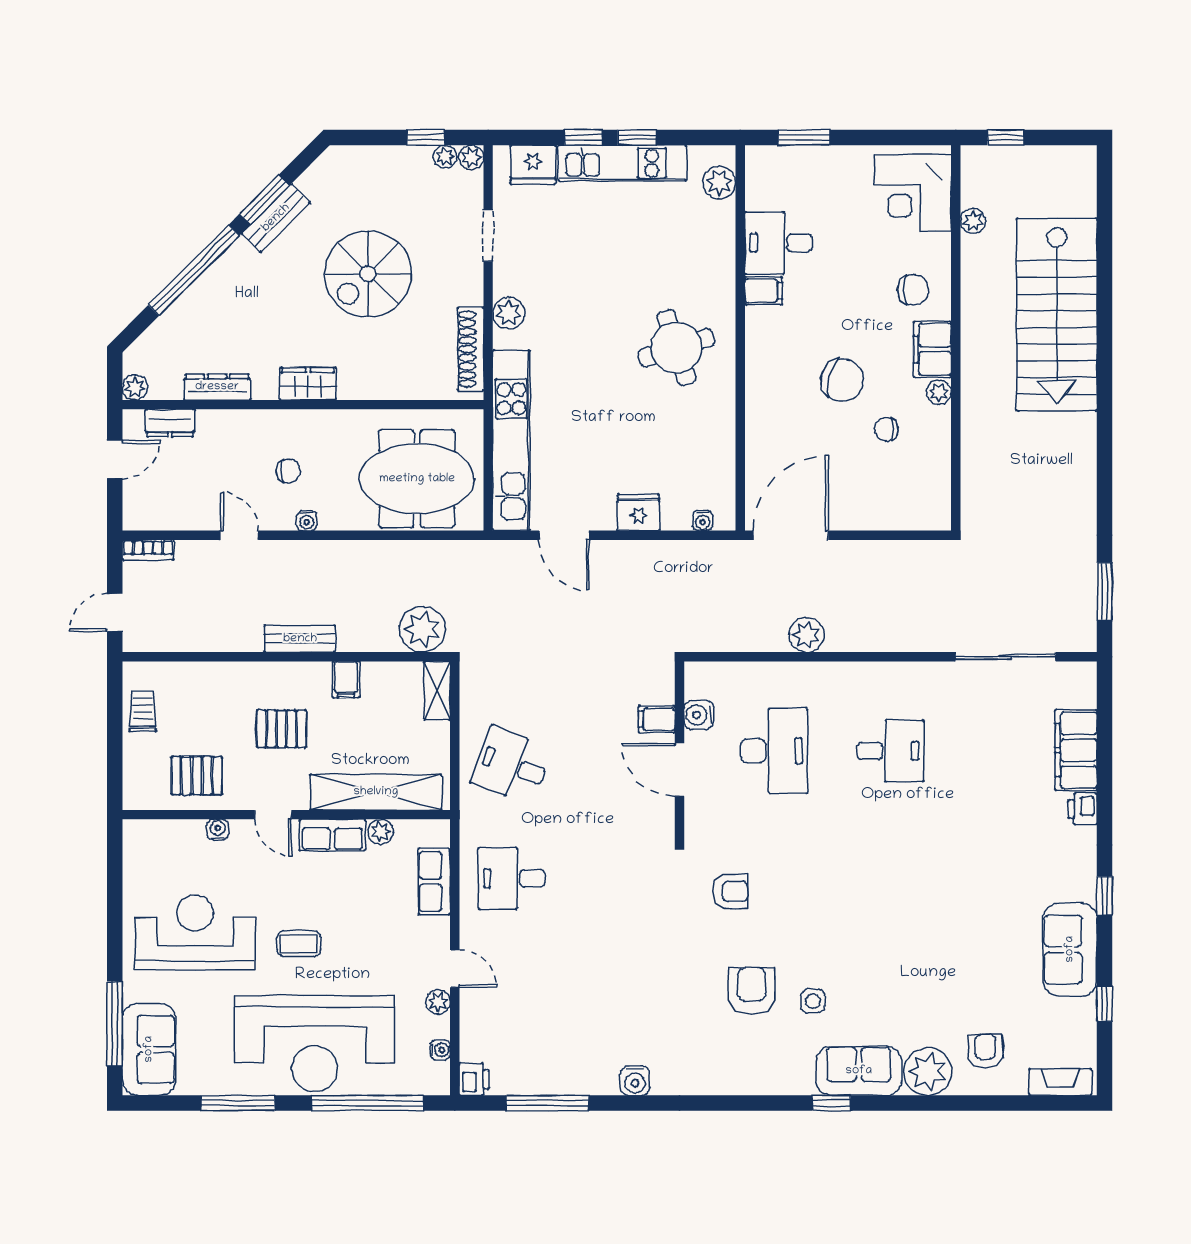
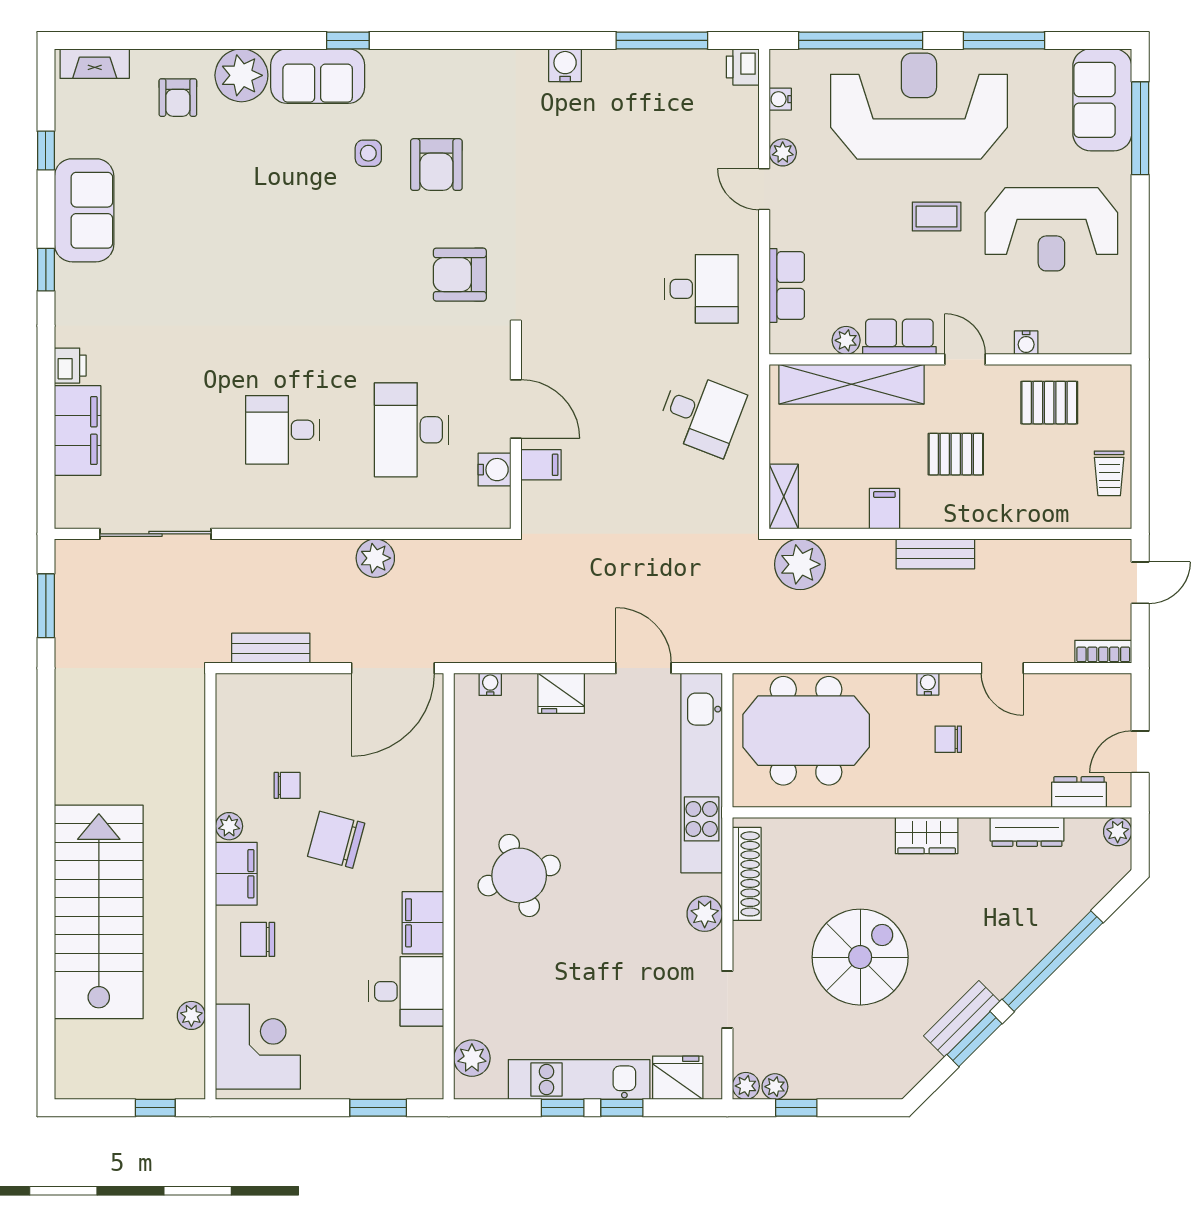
filing cabinet: (763, 291) -> (423, 923), width x2.00
bench: (901, 553) -> (271, 648), added
armchair: (730, 891) -> (460, 275), width x1.38, depth x1.38

